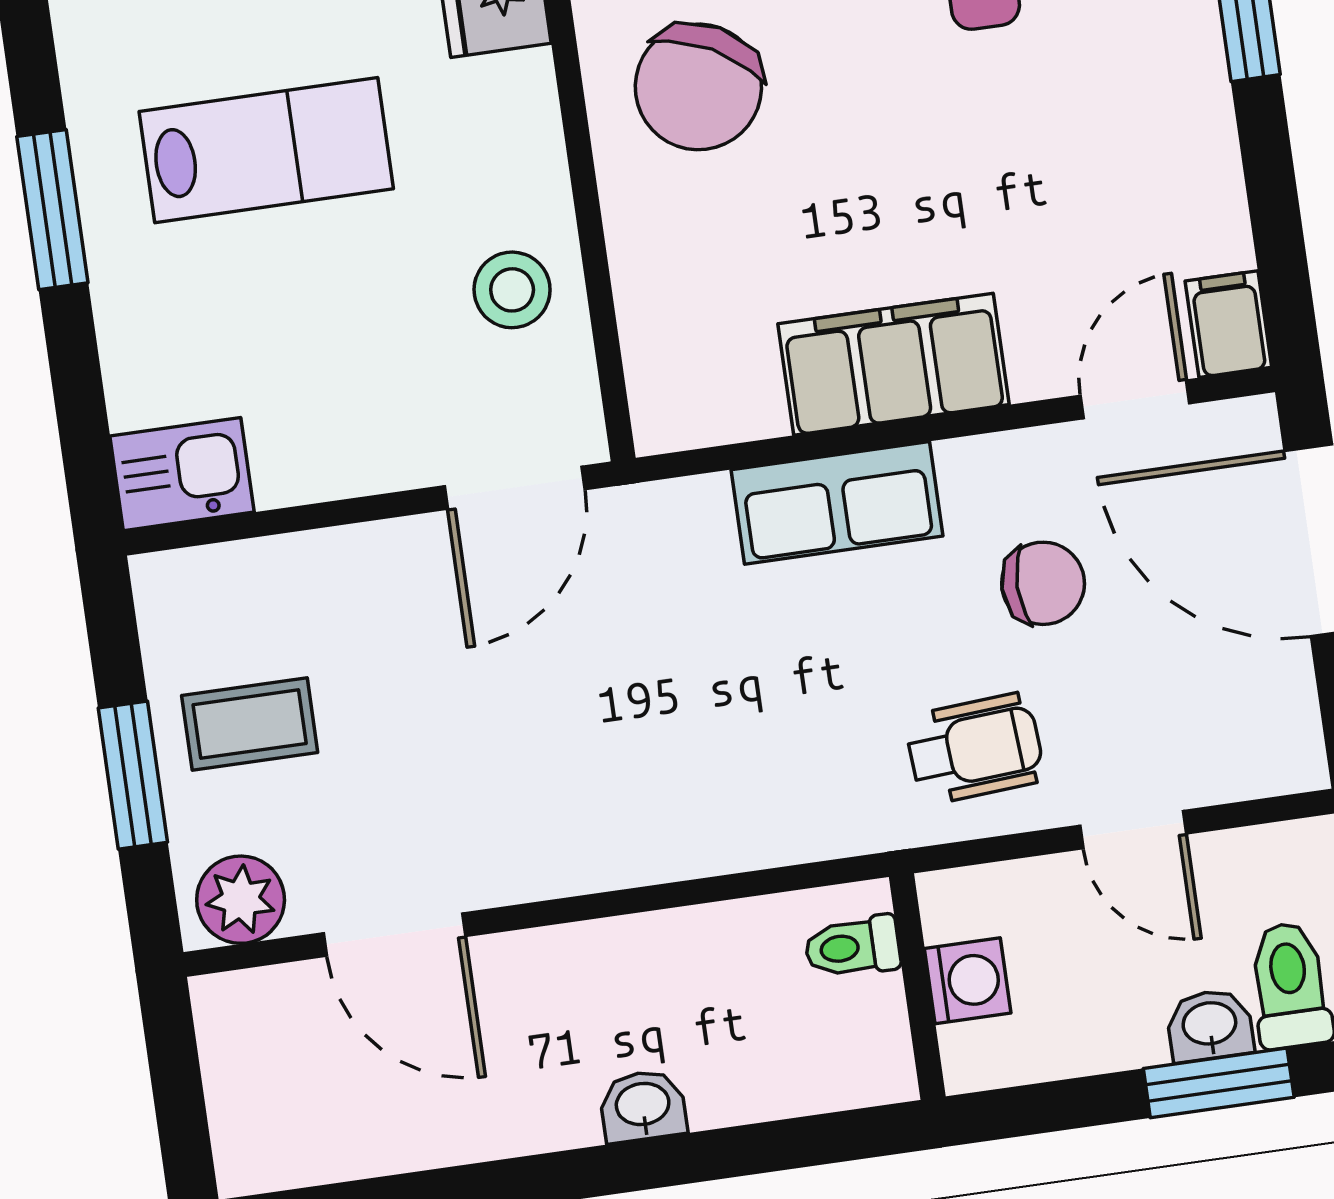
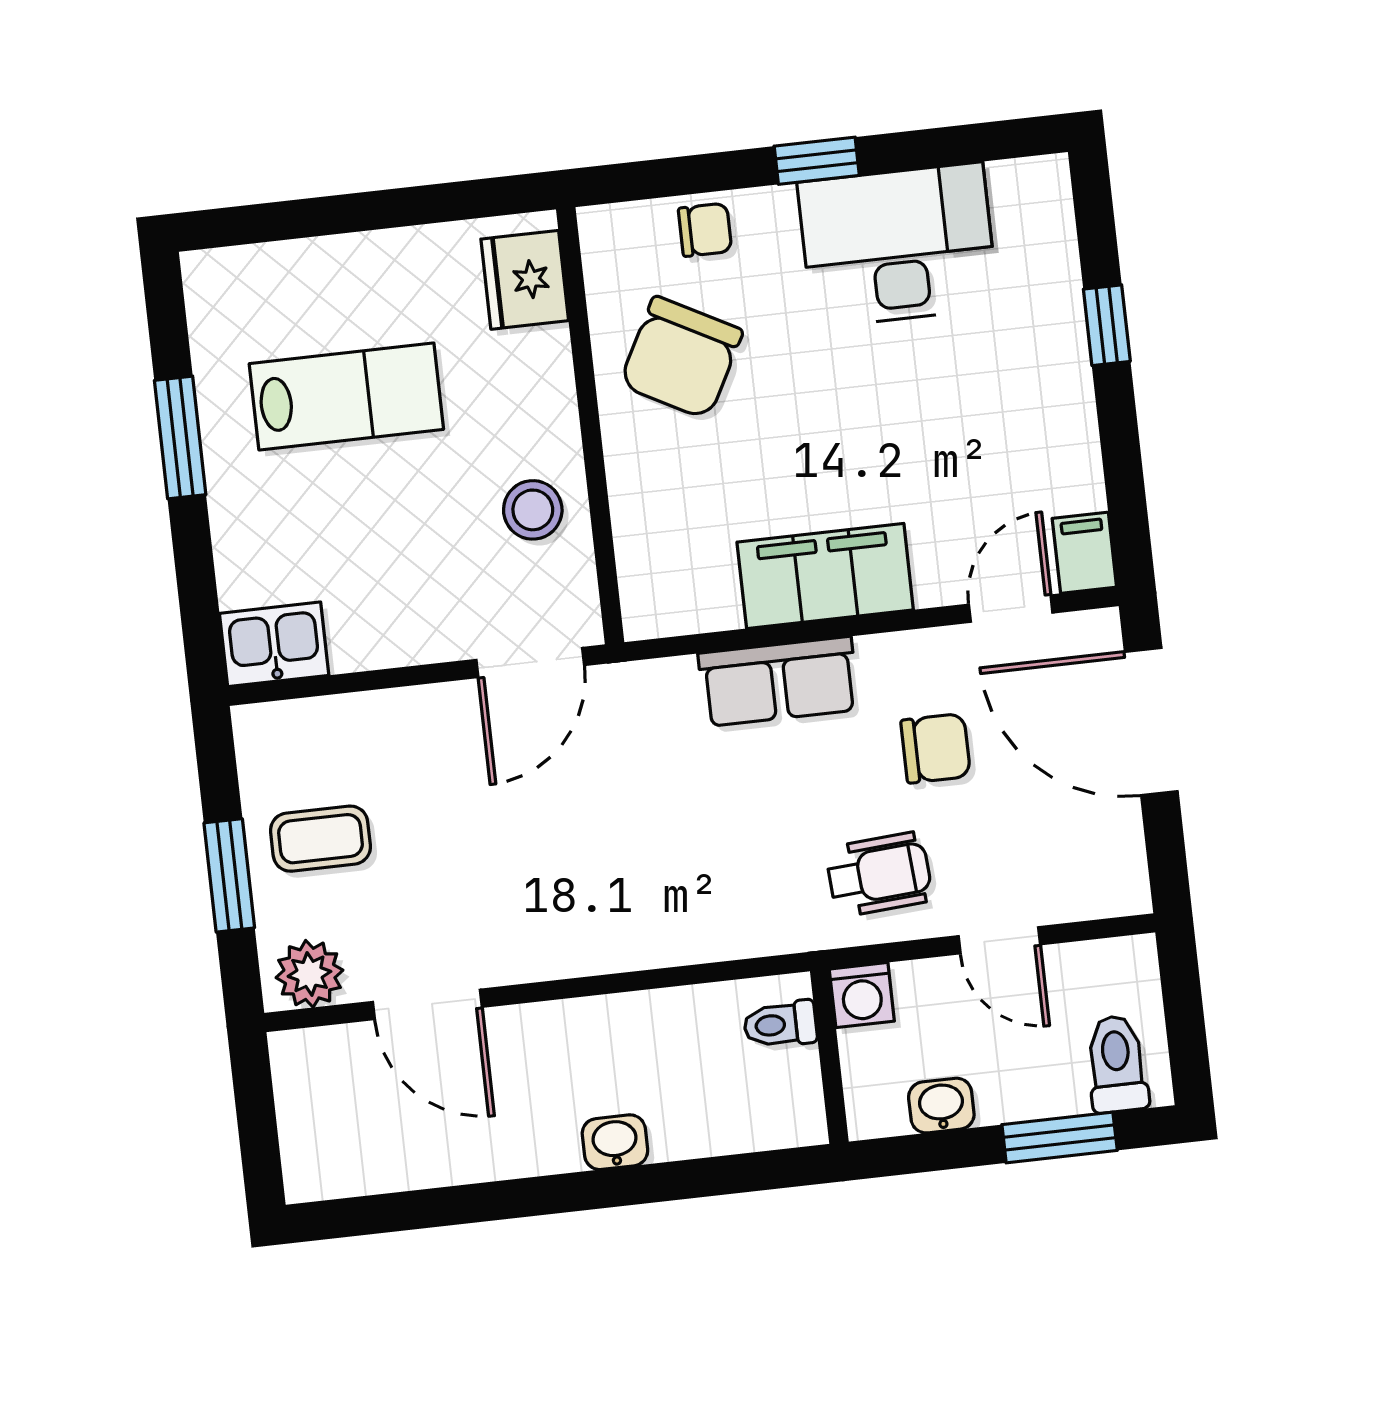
washing machine: (968, 981) -> (862, 995), moved, turned 90
washbasin: (1210, 1025) -> (941, 1106), moved

